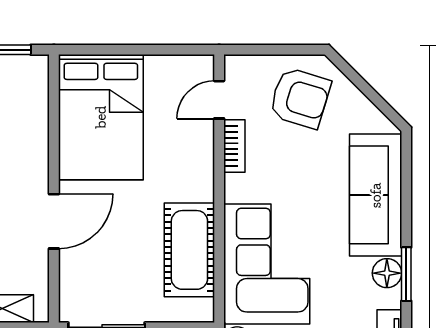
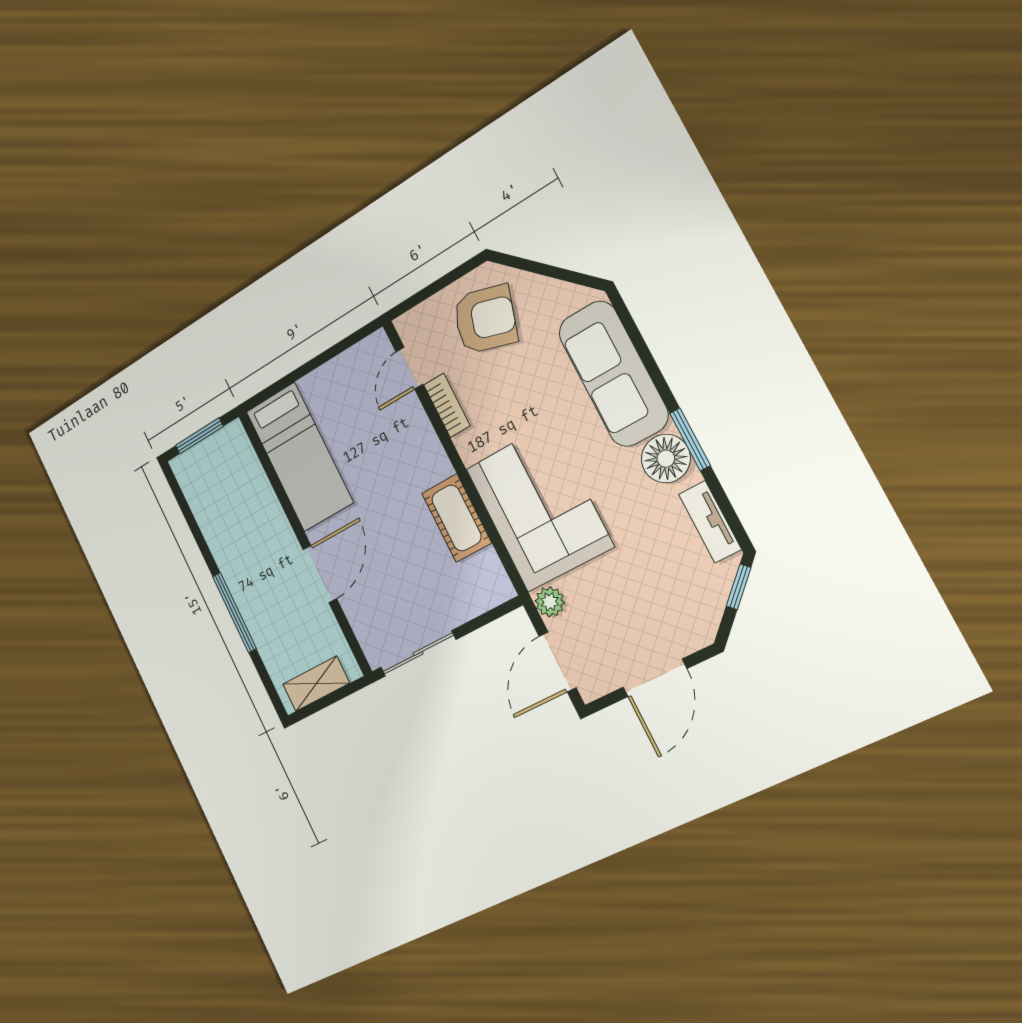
bed: (101, 117) -> (299, 457), width x0.67
cot: (189, 250) -> (457, 518), width x0.73, depth x0.75
floor lamp: (387, 273) -> (666, 459), width x1.38, depth x1.38

